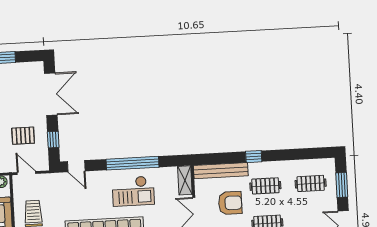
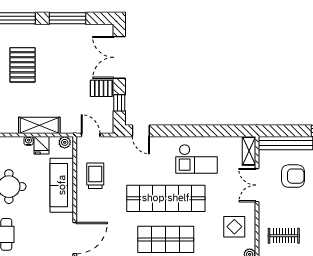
double door: (51, 94) -> (119, 57), swing flipped
pallet: (23, 136) -> (101, 88), moved
window: (133, 163) -> (197, 131), removed

